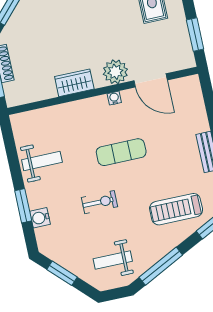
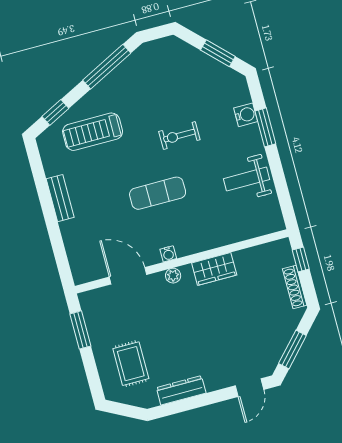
plant: (115, 72) -> (173, 276), width x0.53, depth x0.53
treadmill: (176, 209) -> (93, 132), turned 180
weight bench: (113, 260) -> (161, 71), removed

